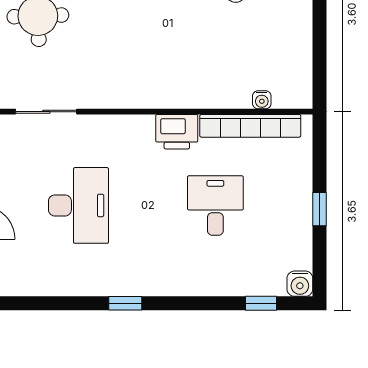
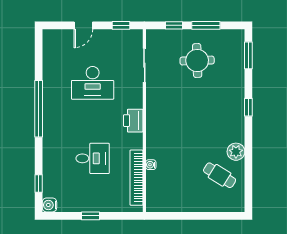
water cooler: (262, 100) -> (151, 165), moved
printer: (177, 132) -> (133, 121), moved
window: (125, 303) -> (39, 109), width x3.17

